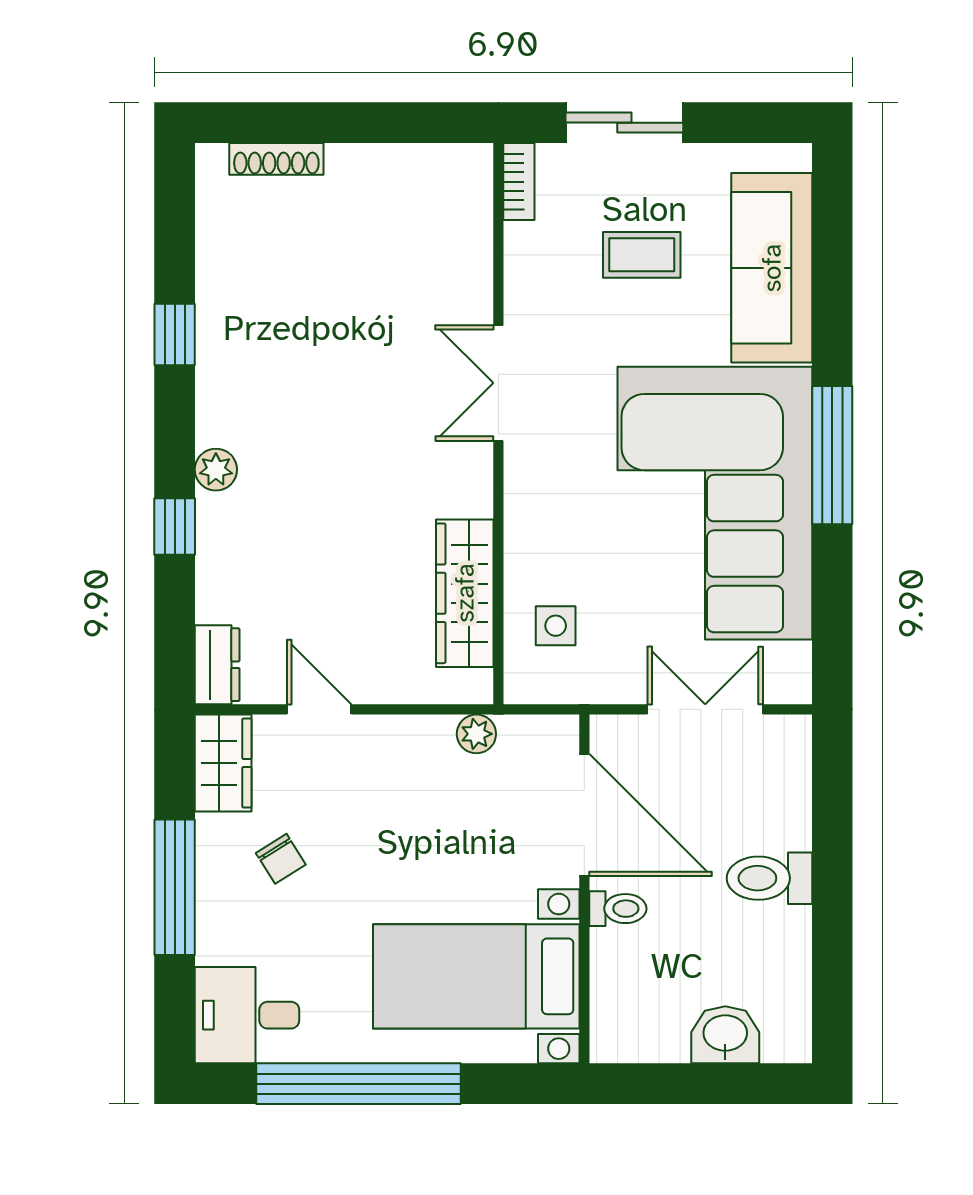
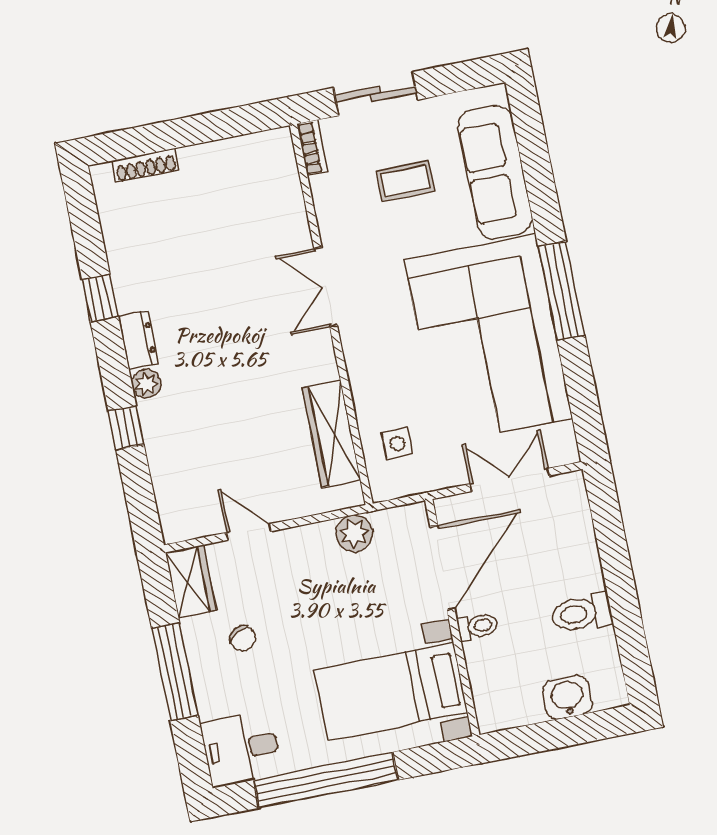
dresser: (217, 665) -> (138, 340), moved
plant: (476, 734) -> (354, 533), width x1.38, depth x1.38
door: (584, 815) -> (442, 568), hinge flipped
toilet: (769, 878) -> (582, 613), moved

